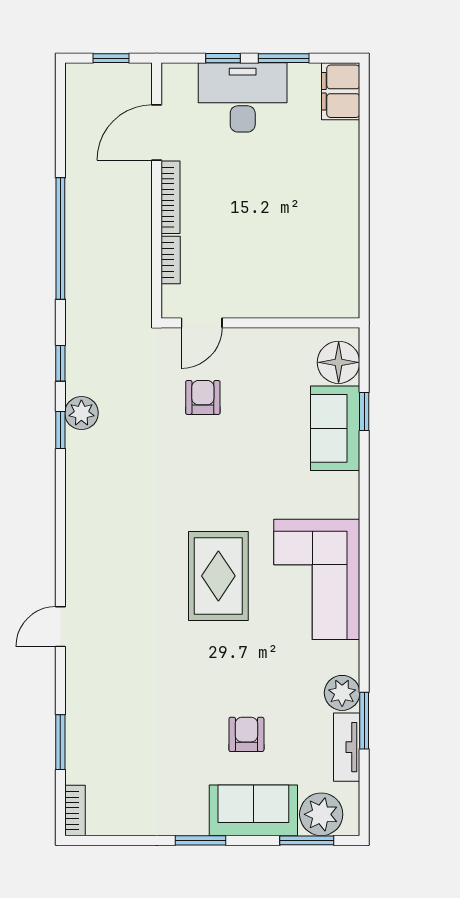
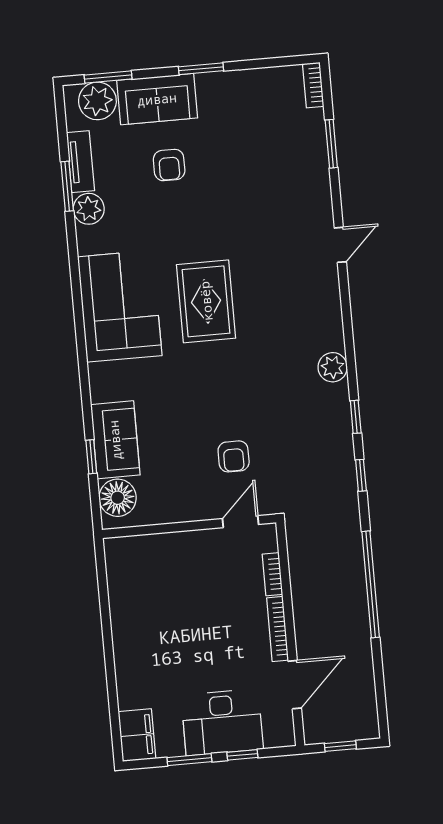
plant: (81, 413) -> (333, 367), moved

